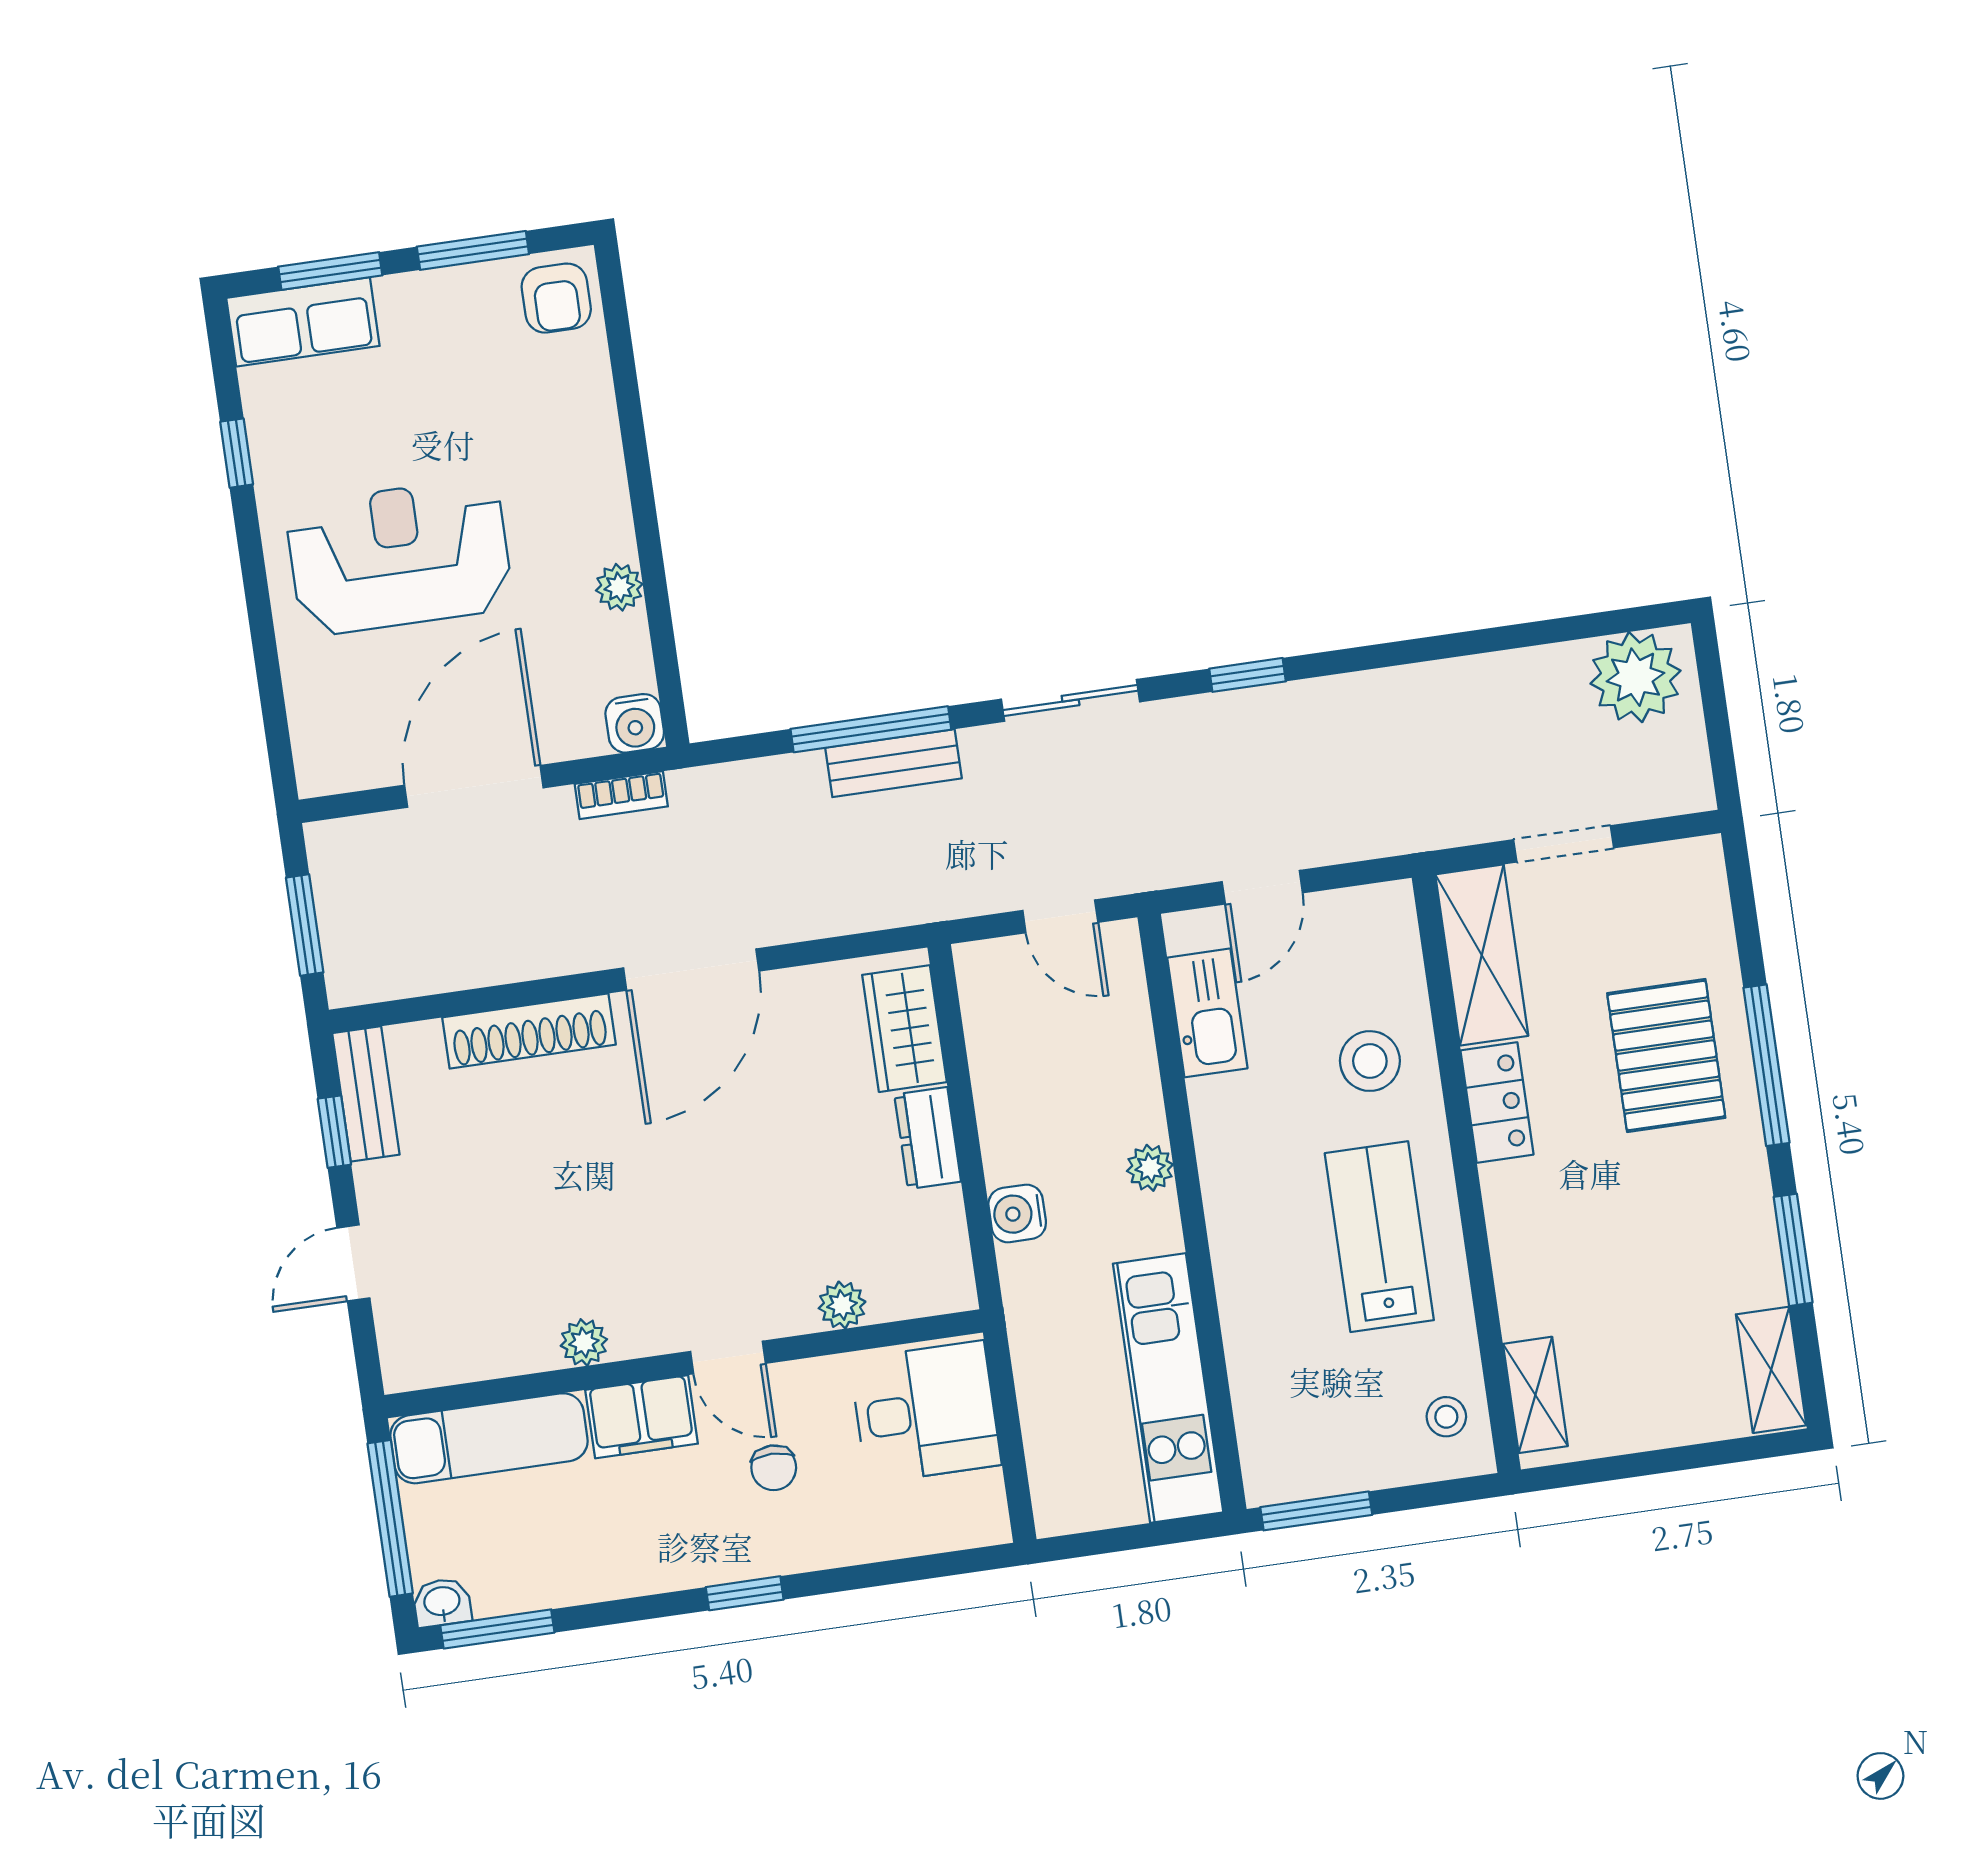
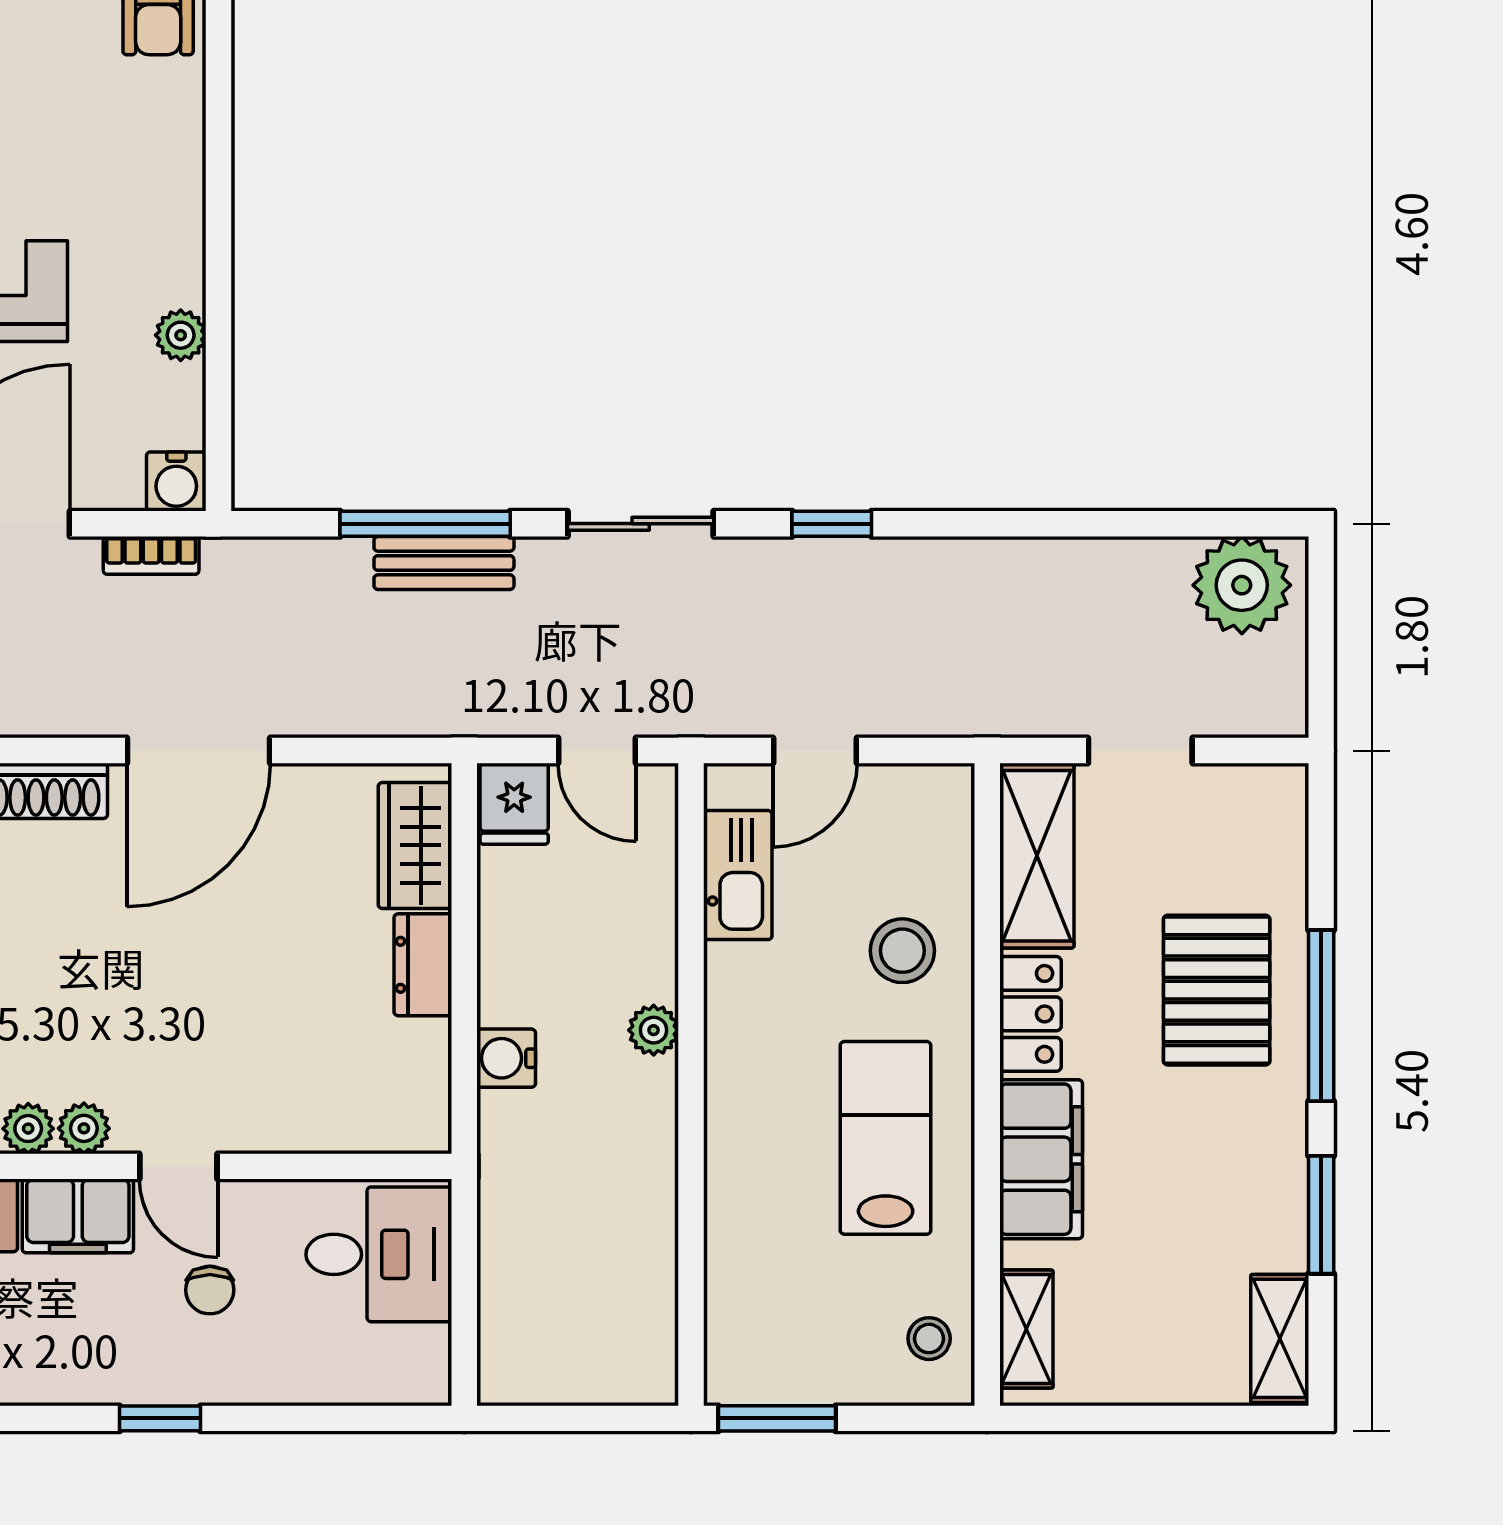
fridge: (991, 977) -> (514, 804), added
filing cabinet: (1526, 1236) -> (1041, 1159), added
plant: (842, 1305) -> (84, 1128), moved
kitchen unit: (1168, 1388) -> (639, 1266), removed

